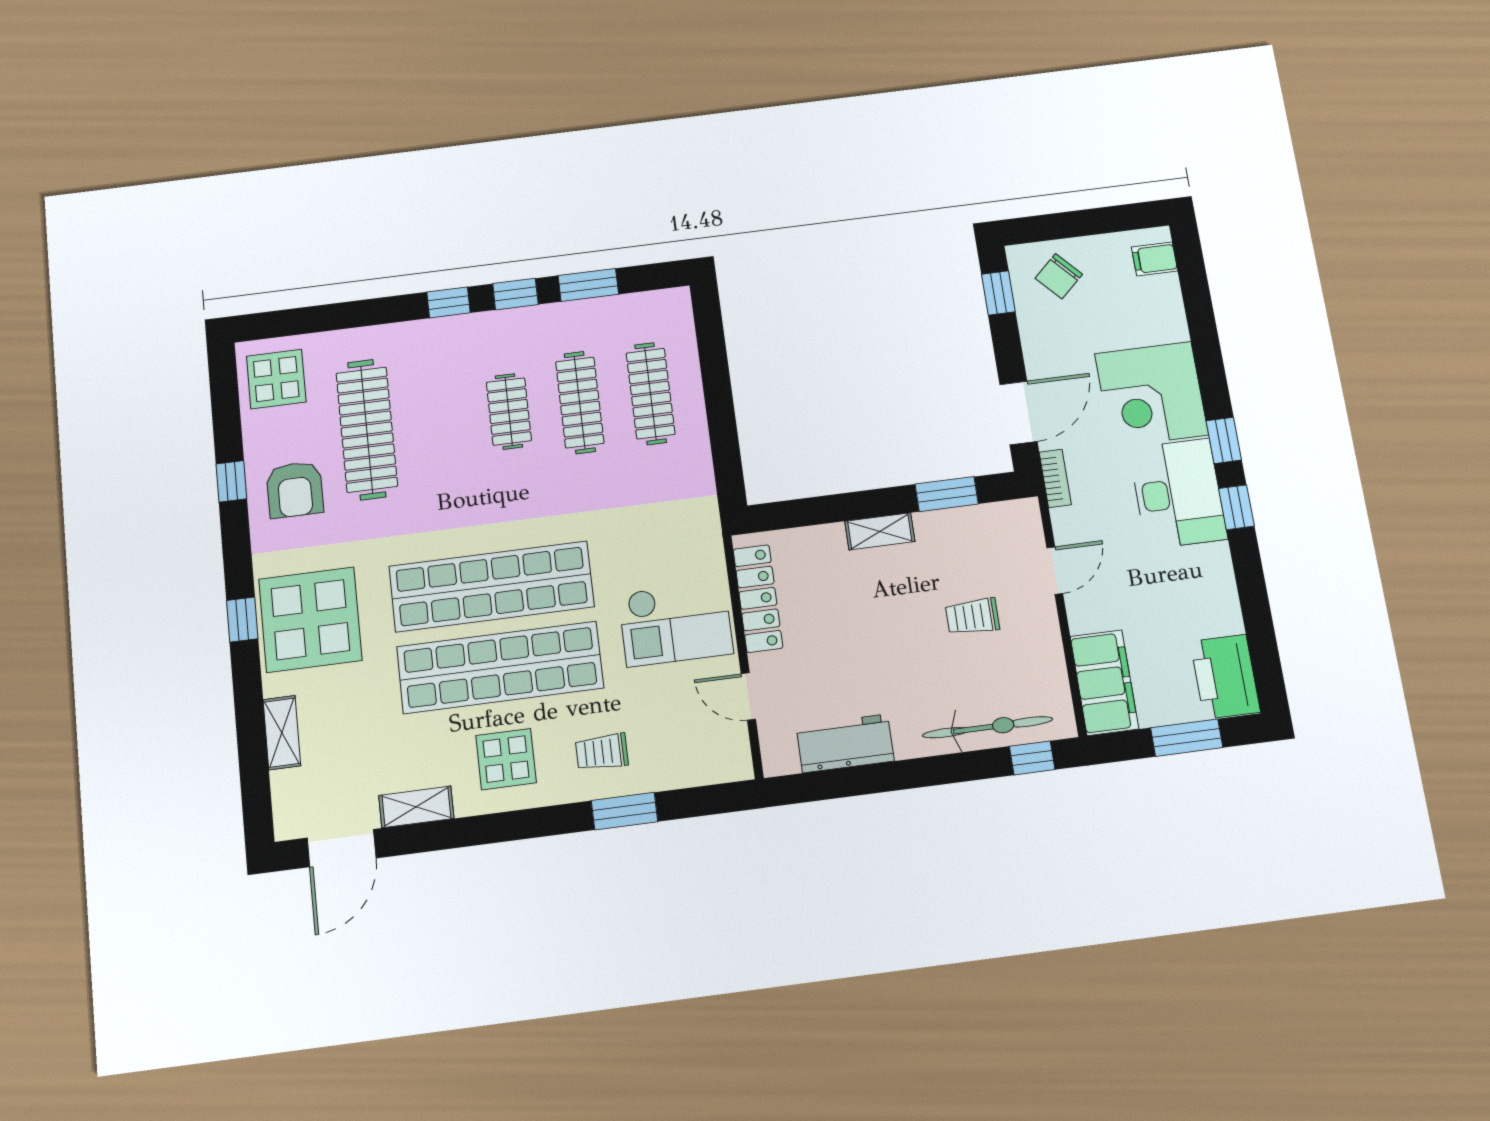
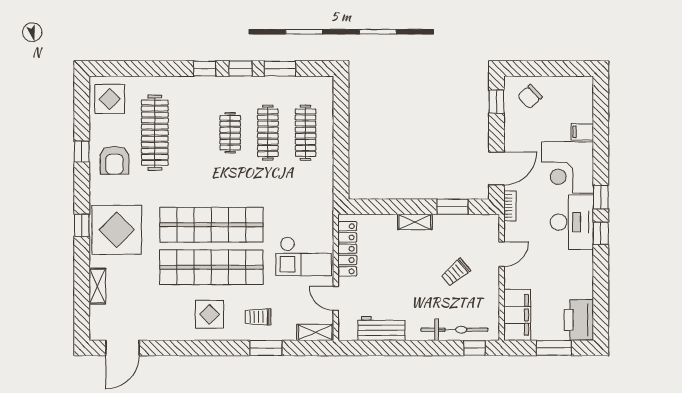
filing cabinet: (1155, 259) -> (582, 132), moved
trolley: (972, 616) -> (456, 272), turned -40
shelving: (416, 807) -> (315, 332), moved

